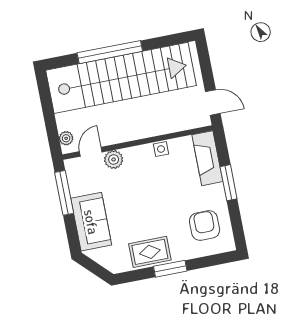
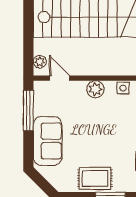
door: (91, 152) -> (59, 78), hinge flipped
plant: (114, 159) -> (95, 89), moved

